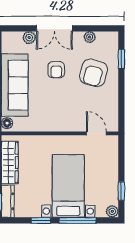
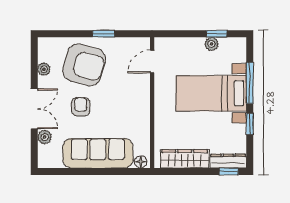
window: (121, 59) -> (104, 34), moved
armchair: (56, 70) -> (81, 107), turned -90
armchair: (94, 73) -> (84, 65), width x1.36, depth x1.36
plant: (112, 211) -> (211, 44), moved

